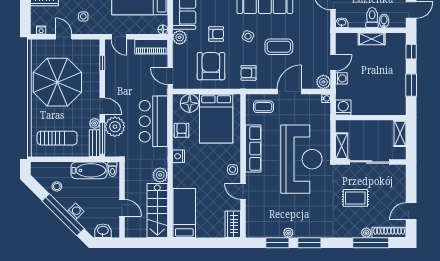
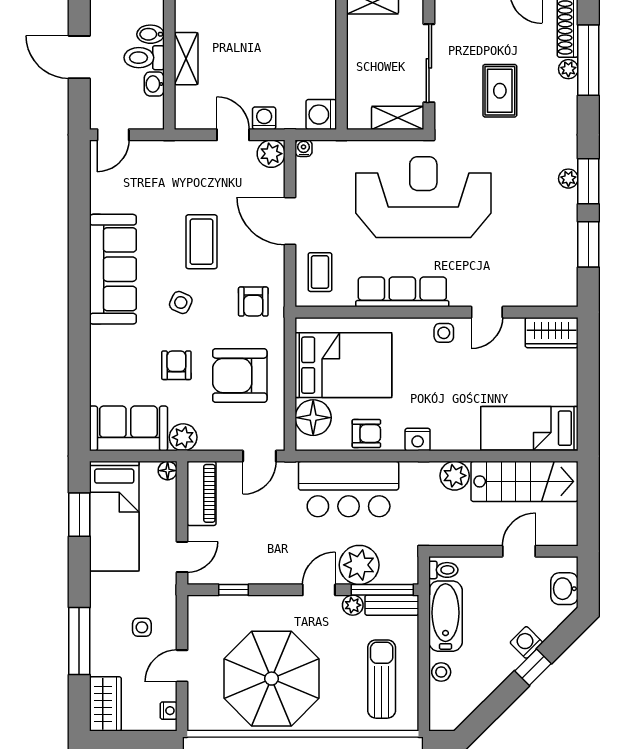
washbasin: (342, 23) -> (154, 84), moved
armchair: (182, 130) -> (366, 433), turned 180
stool: (57, 186) -> (441, 672), moved
window: (63, 215) -> (533, 667), width x0.32
plant: (288, 233) -> (568, 179), moved

